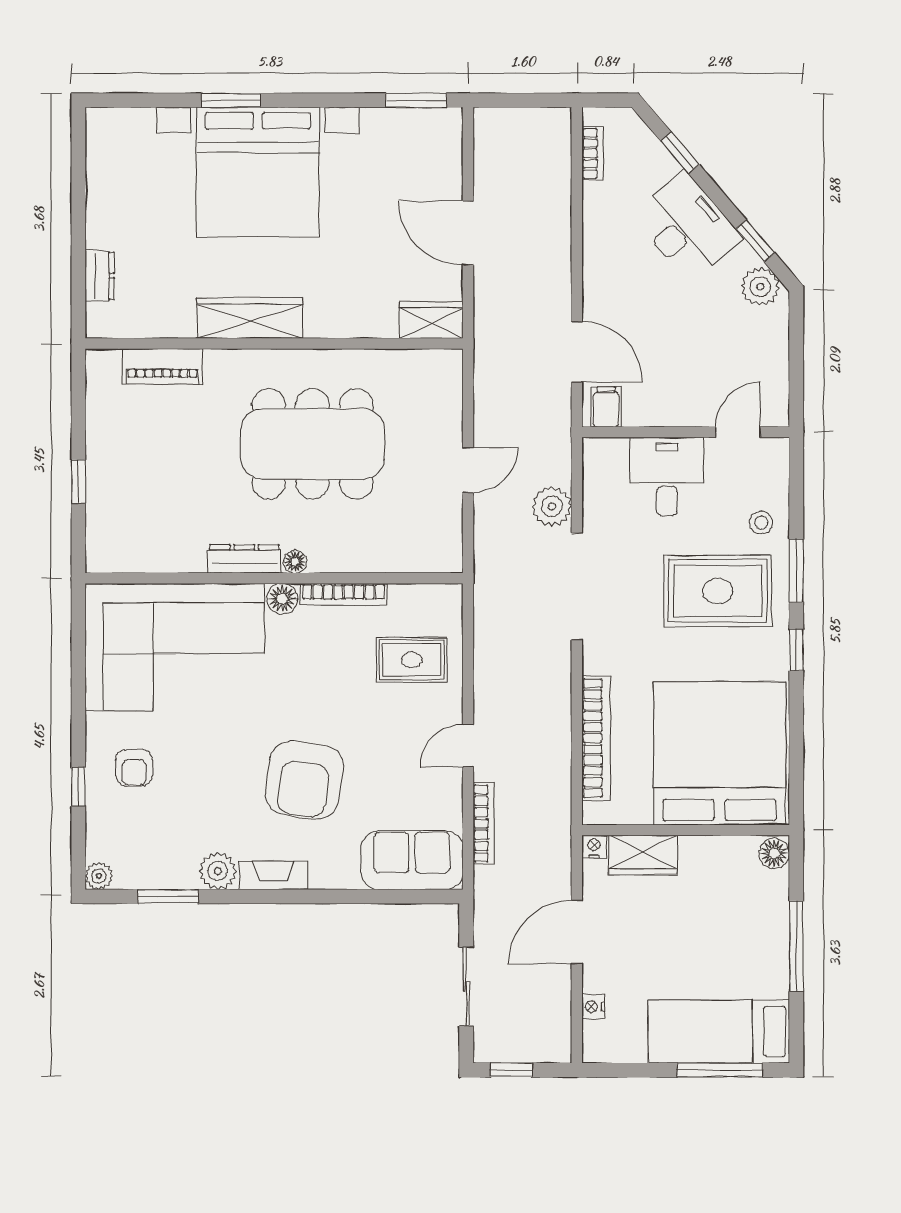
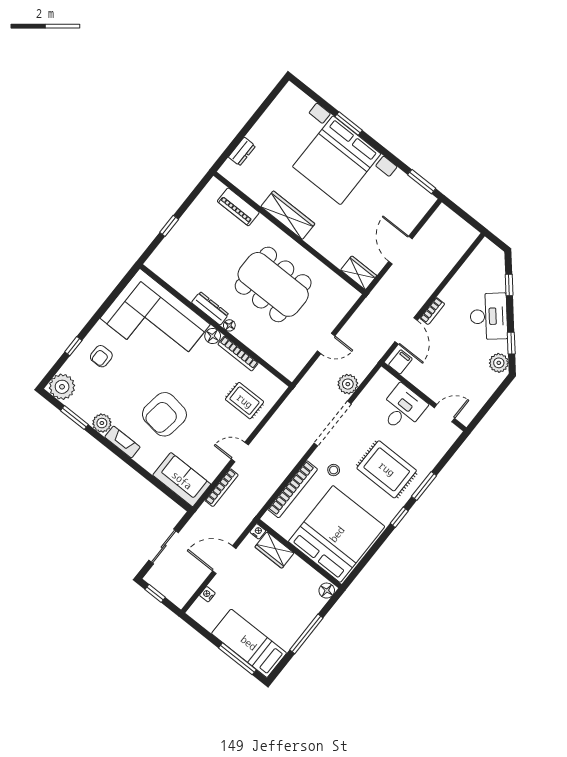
bookcase: (593, 153) -> (432, 311), moved
stool: (761, 523) -> (334, 470), moved
plant: (99, 876) -> (62, 387), width x1.88, depth x1.88

